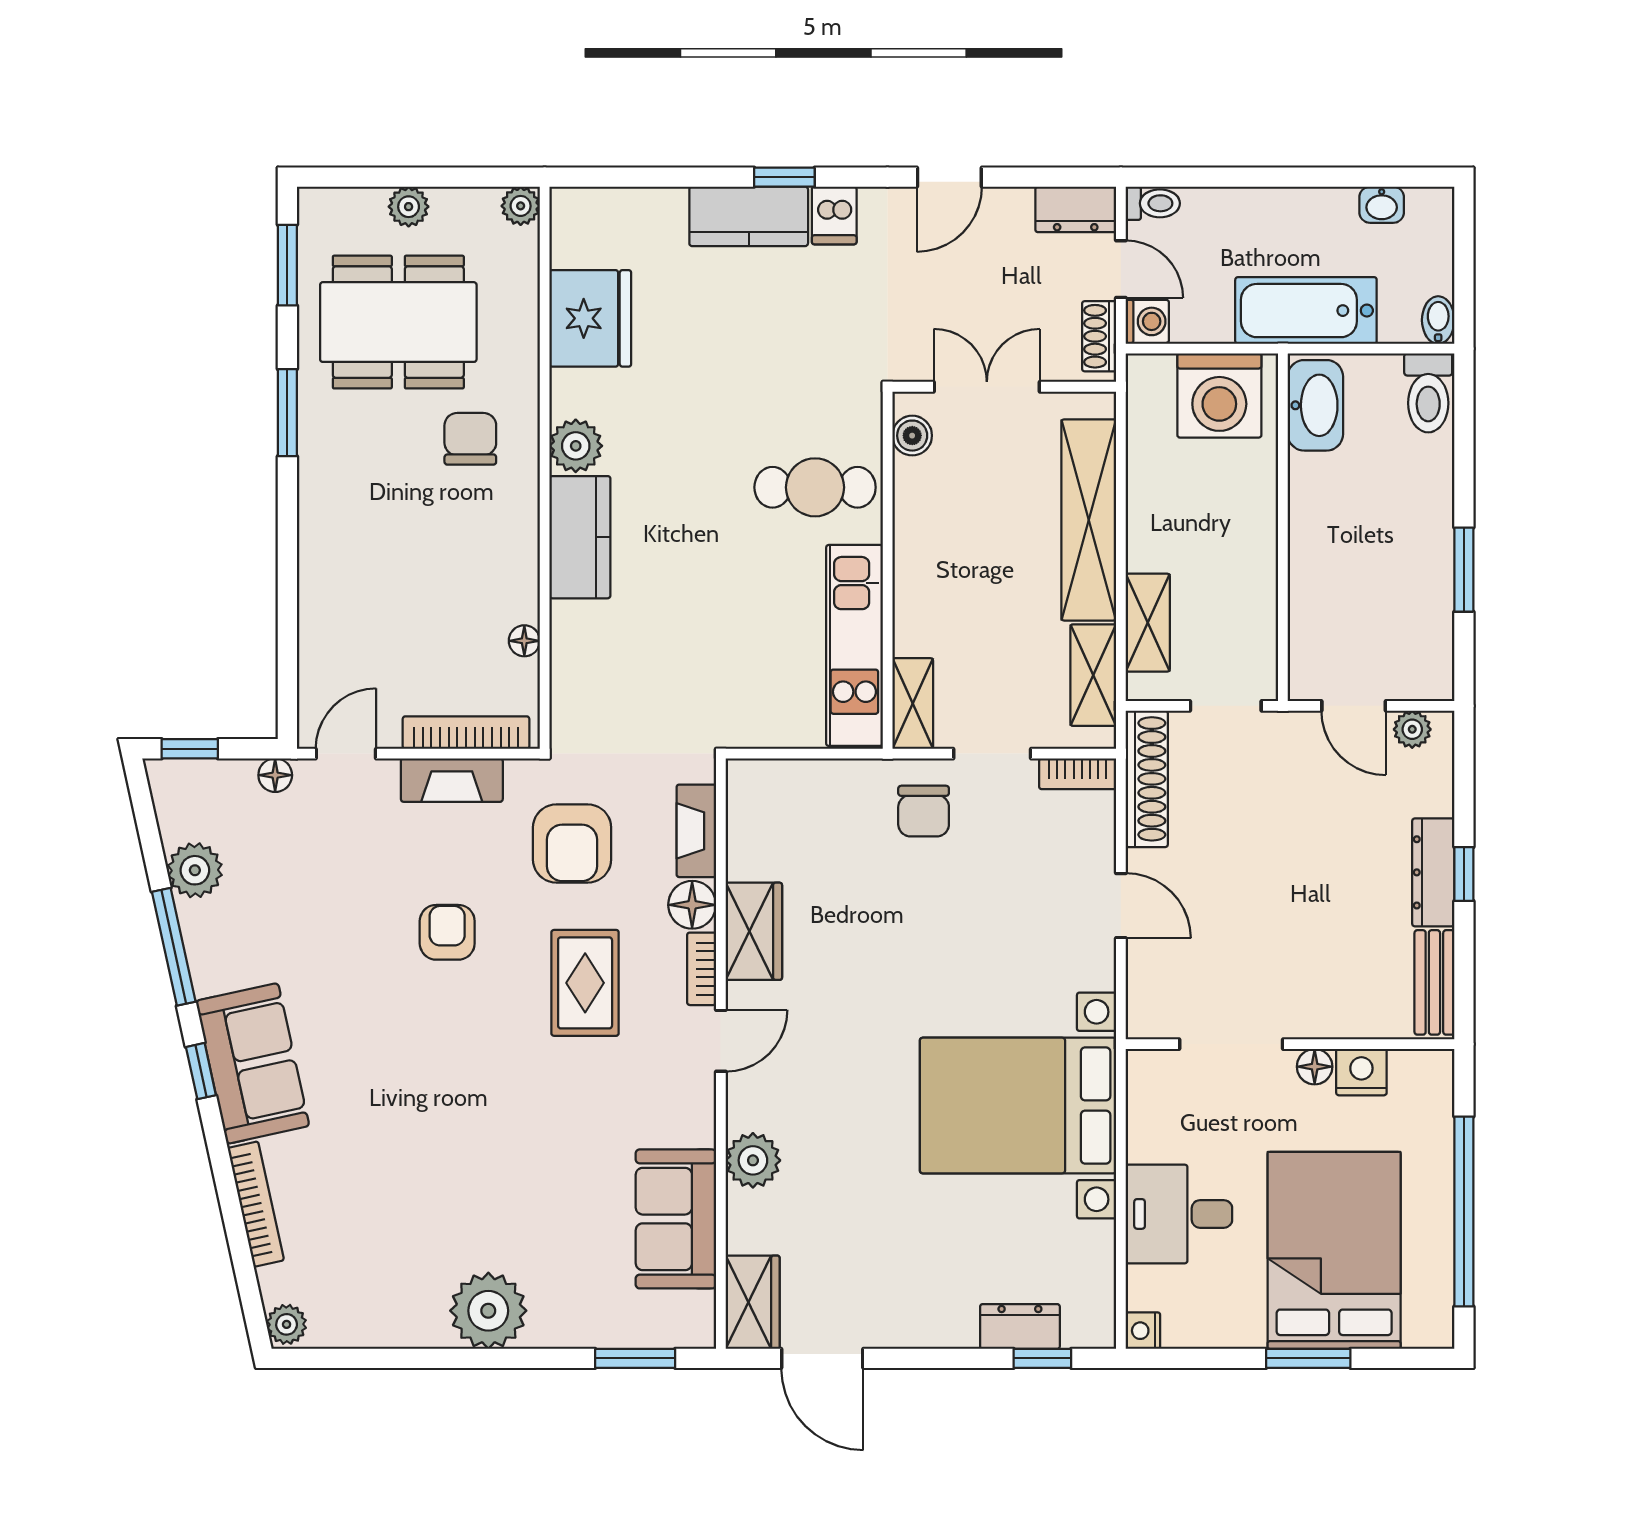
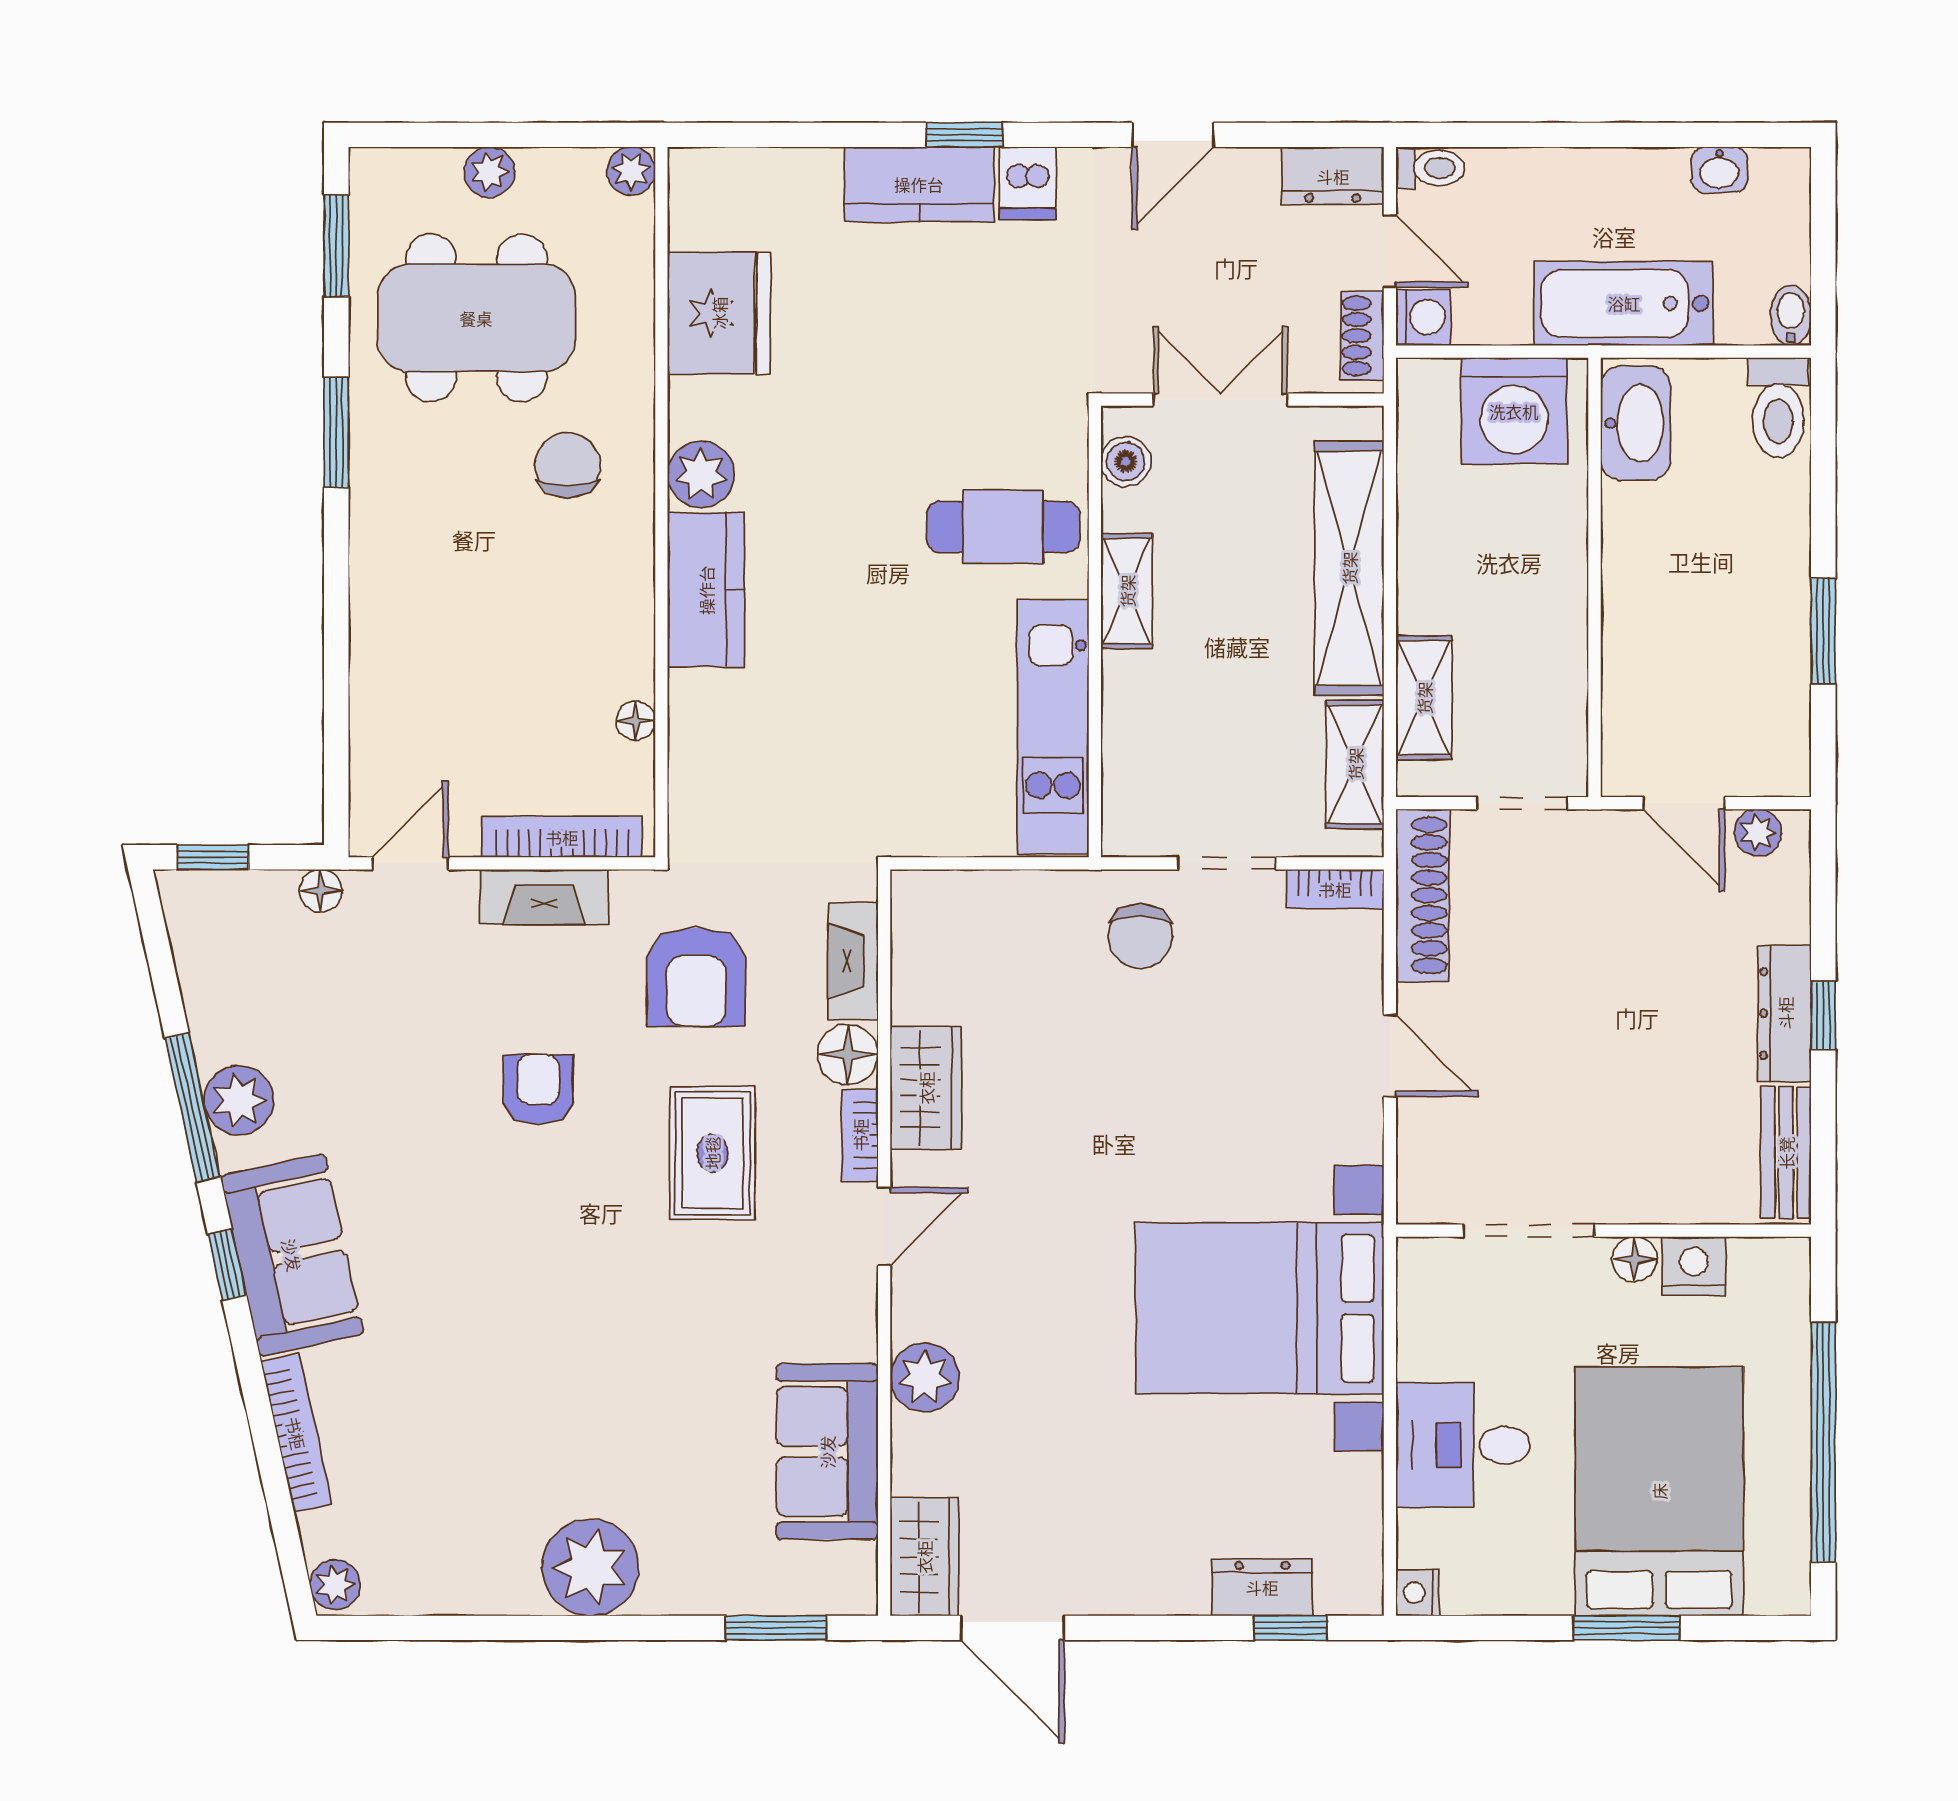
shelving: (913, 703) -> (1127, 591), moved
plant: (195, 870) -> (239, 1100), moved

